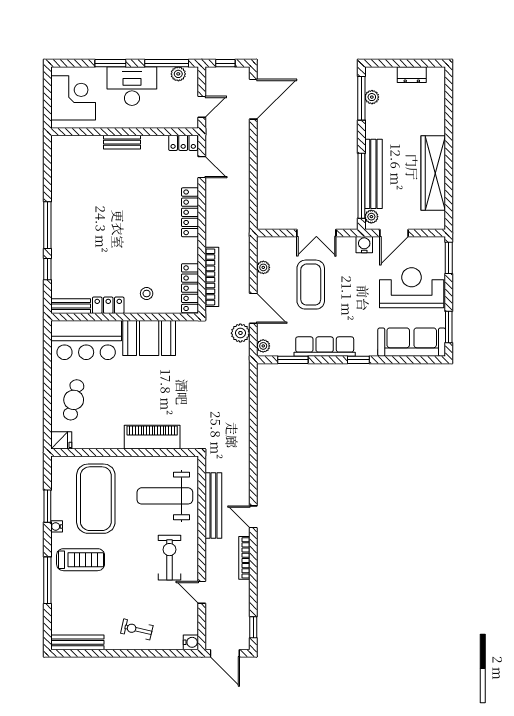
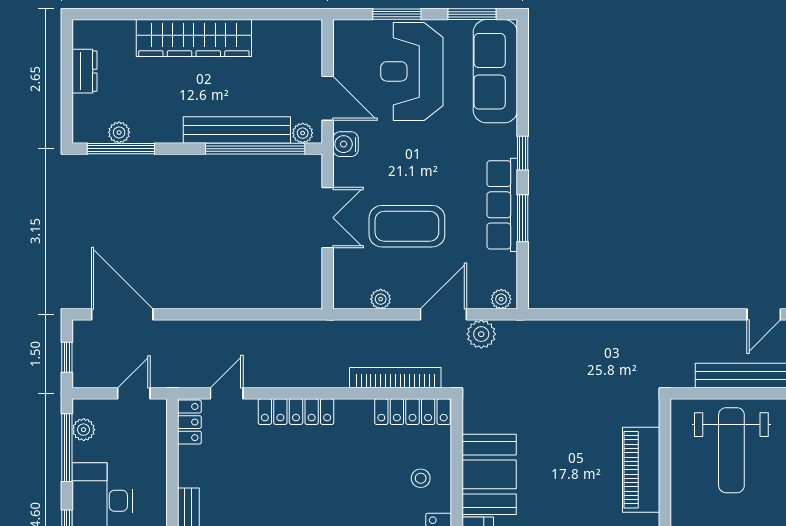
door: (202, 107) -> (134, 393), hinge flipped
wardrobe: (433, 173) -> (194, 38), moved
window: (449, 258) -> (397, 14), moved
window: (293, 360) -> (523, 218), moved

